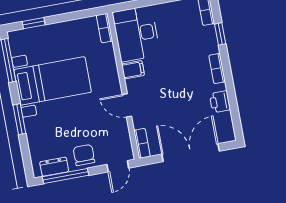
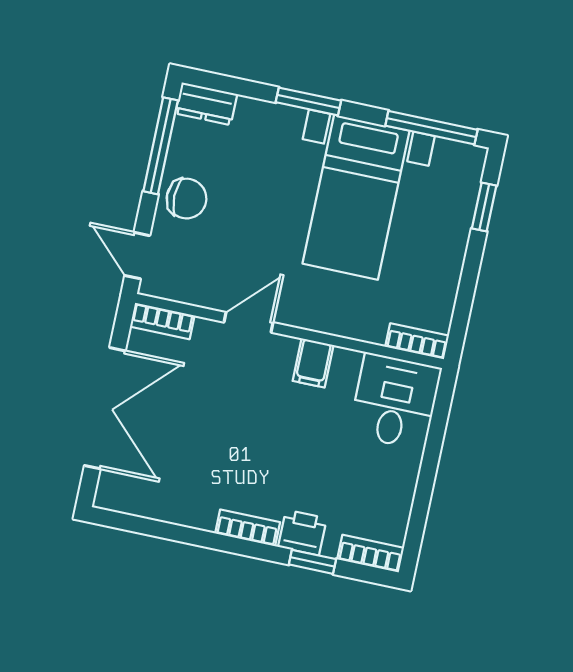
desk: (136, 34) -> (395, 401), width x0.73
printer: (220, 102) -> (302, 533), moved
dresser: (54, 167) -> (206, 104), moved, turned 90

